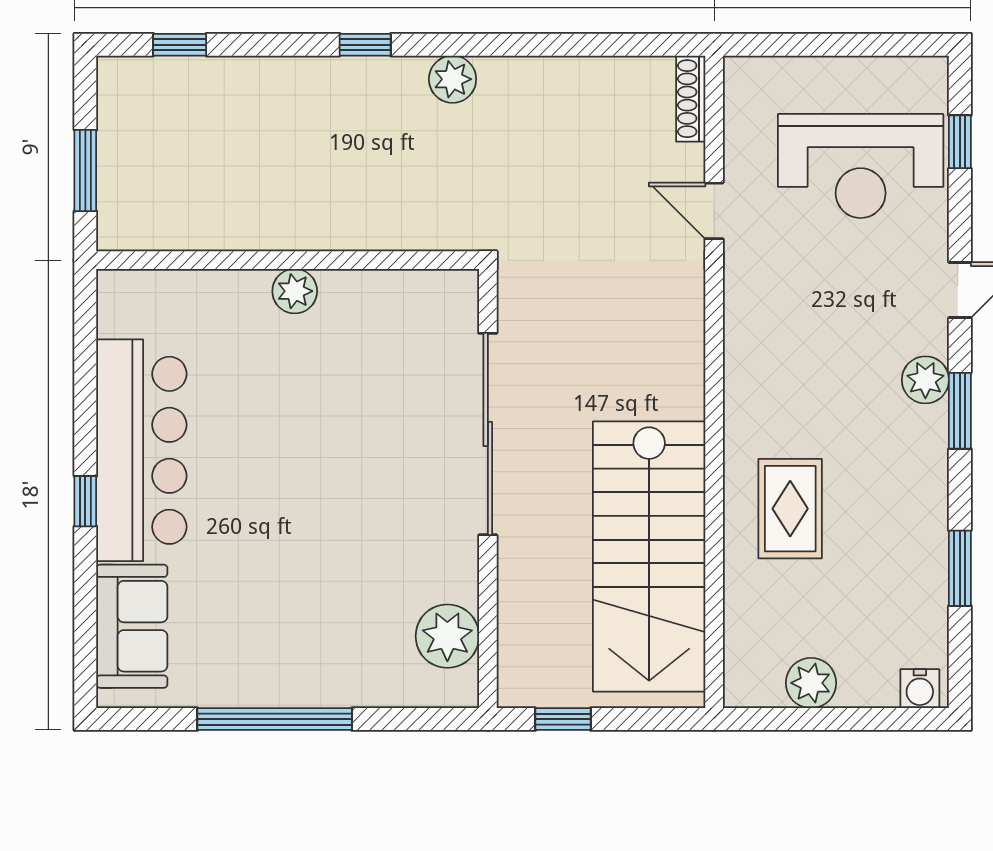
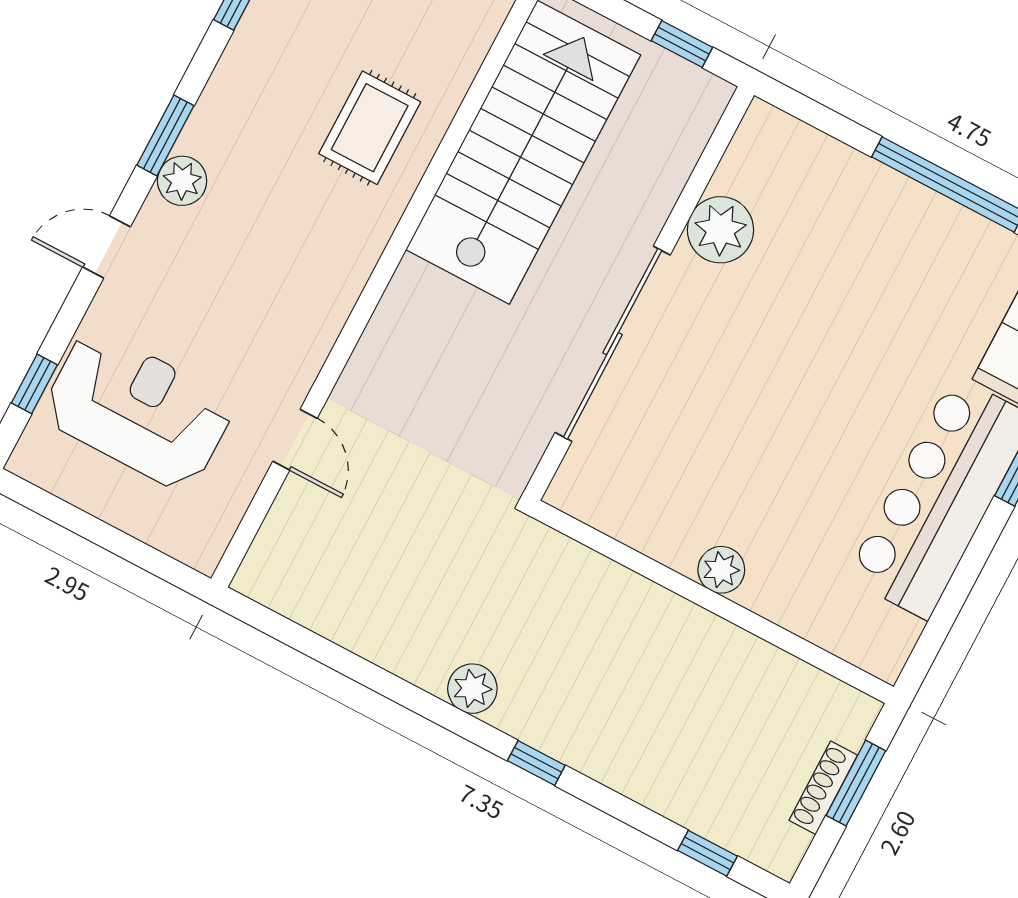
shoe rack: (691, 99) -> (823, 788), moved, turned 180
plant: (447, 636) -> (720, 230), moved

